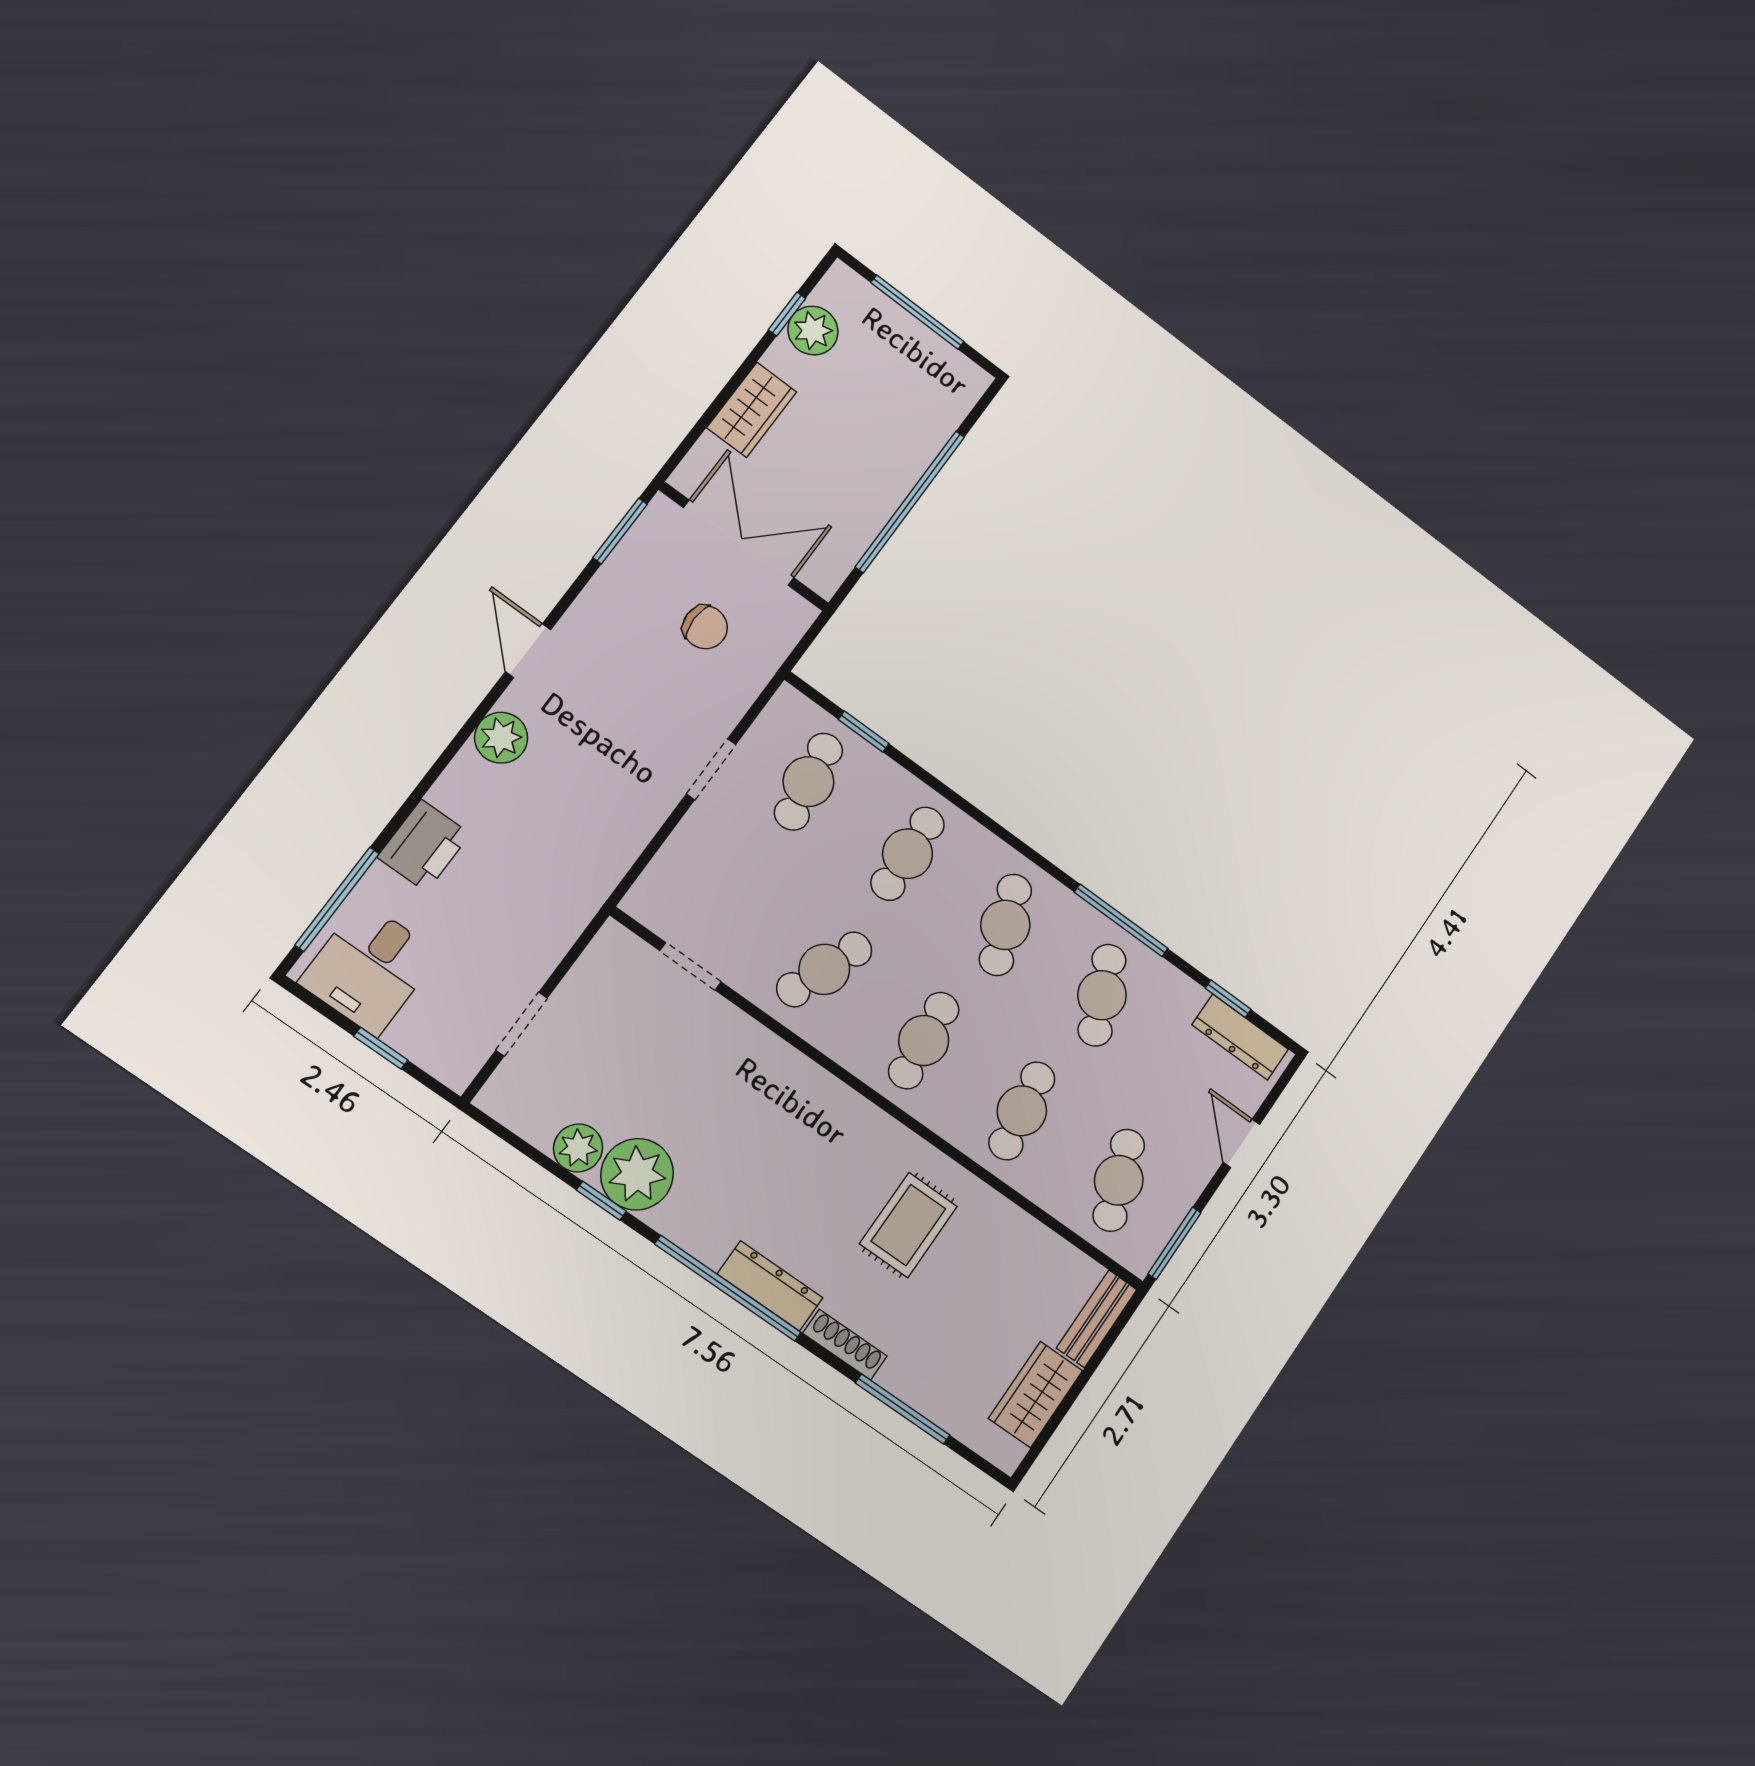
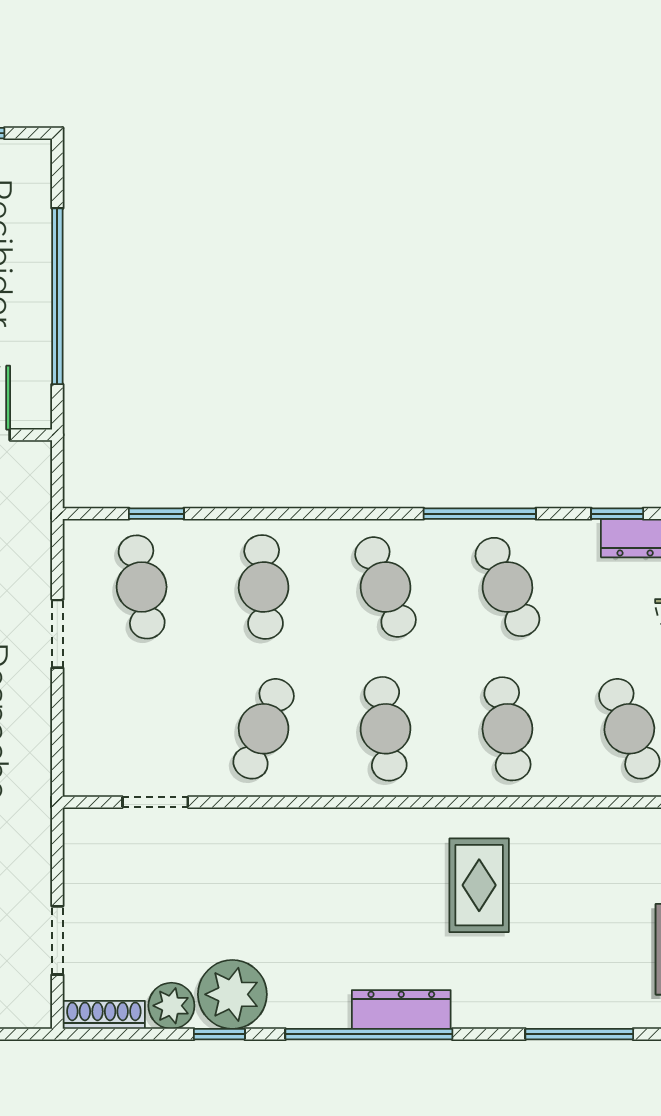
shoe rack: (845, 1345) -> (104, 1015), moved

